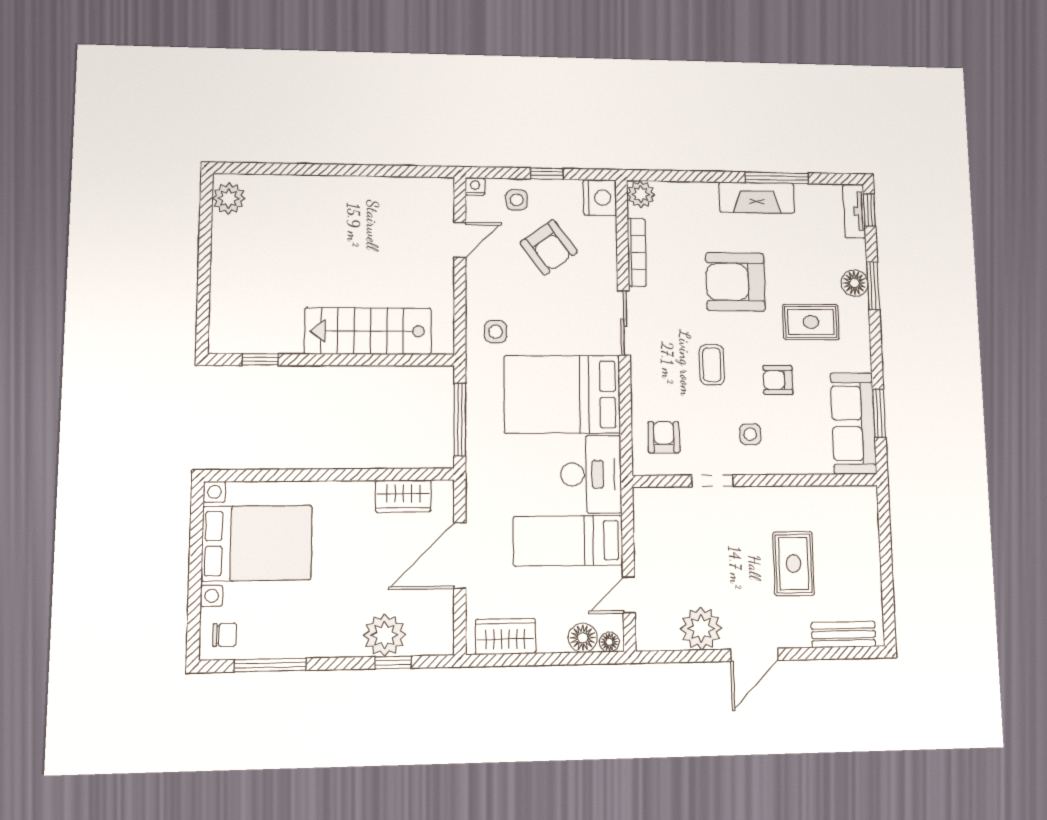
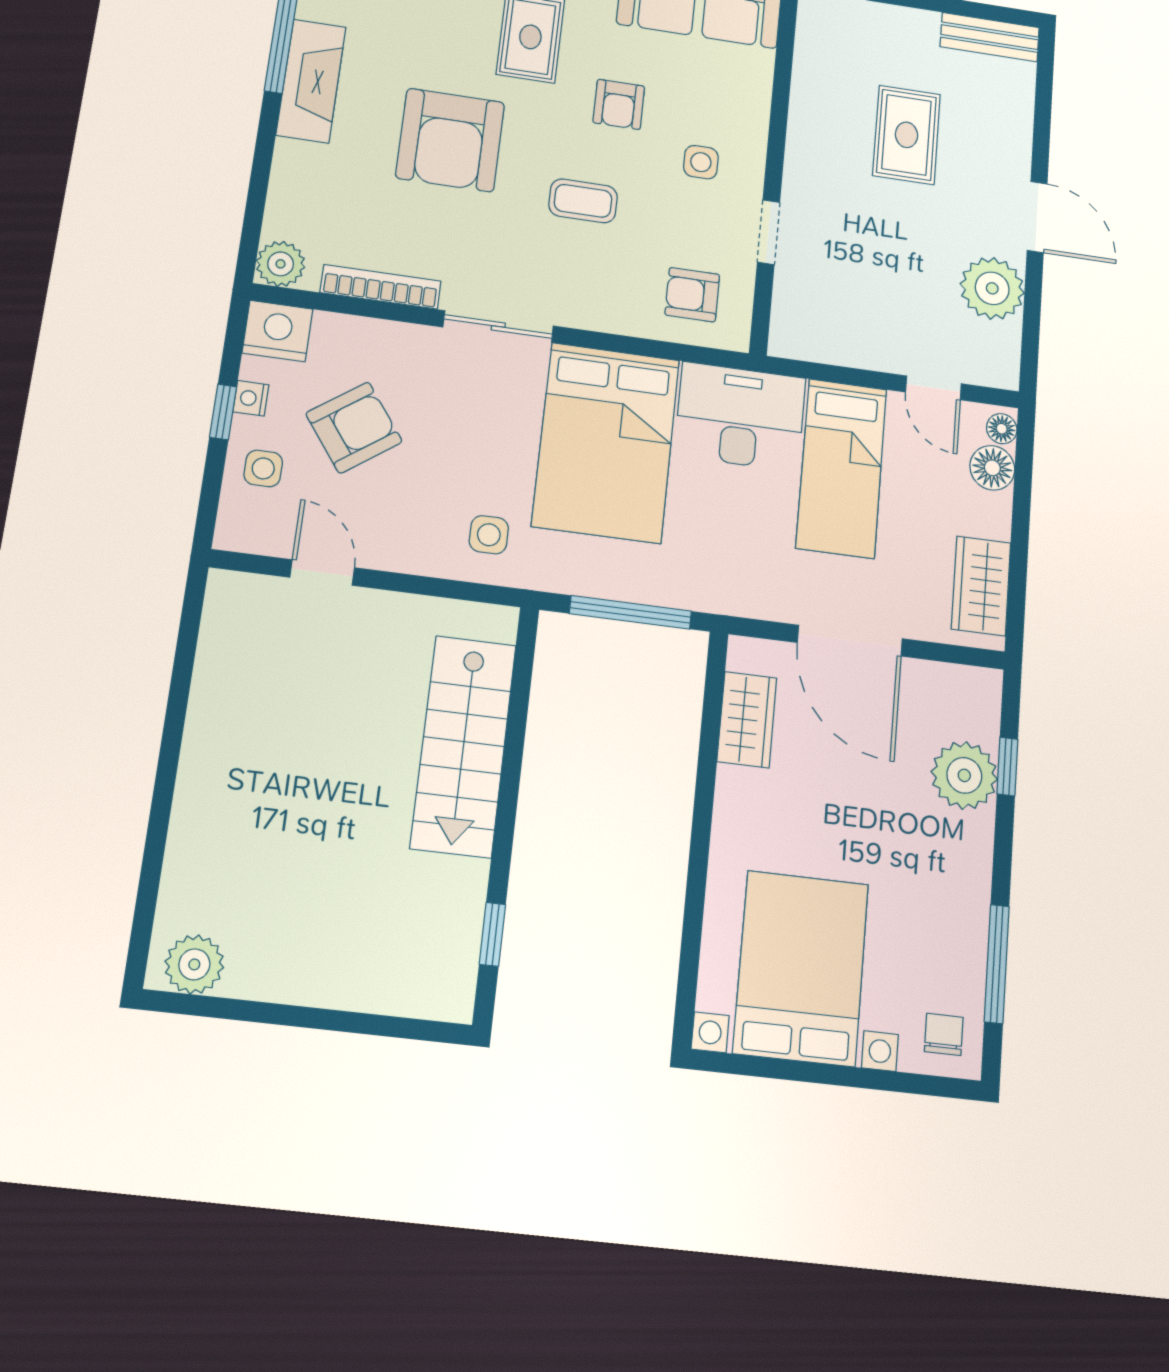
nightstand: (475, 187) -> (251, 398), moved
rug: (794, 564) -> (907, 135), turned 90
bench: (843, 634) -> (990, 37), moved, turned 90

